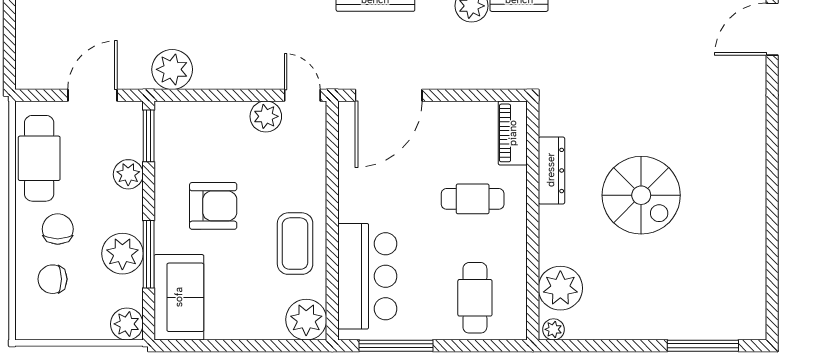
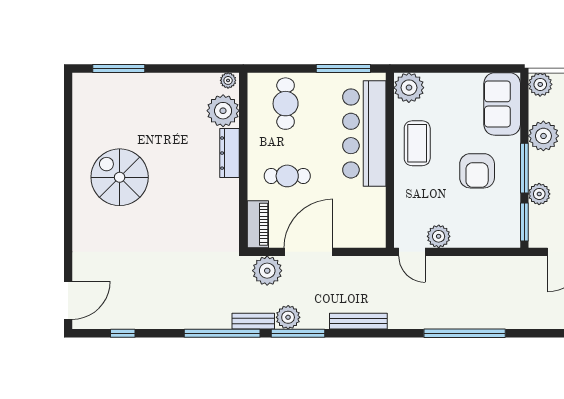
plant: (172, 69) -> (267, 271), moved
door: (389, 95) -> (309, 252), moved
dresser: (551, 170) -> (230, 153), moved
spiral stairs: (641, 195) -> (120, 177), moved
armchair: (213, 206) -> (477, 171), turned -90
window: (149, 254) -> (524, 168), moved
bar counter: (367, 276) -> (364, 133), width x1.36

